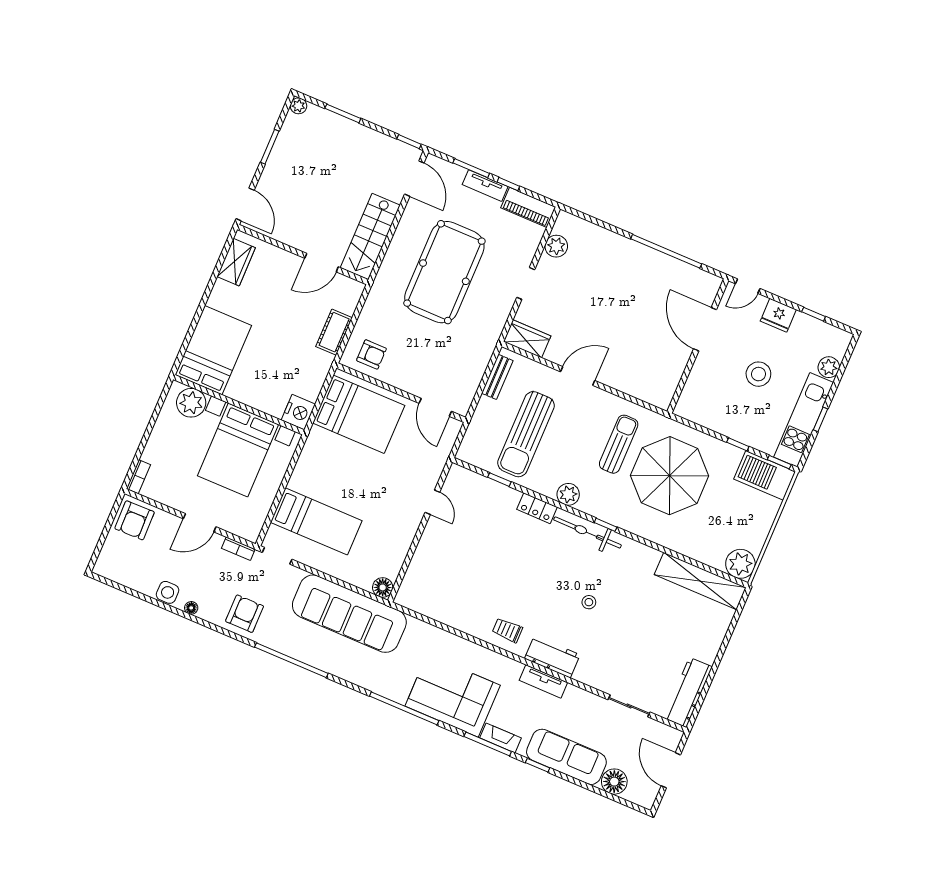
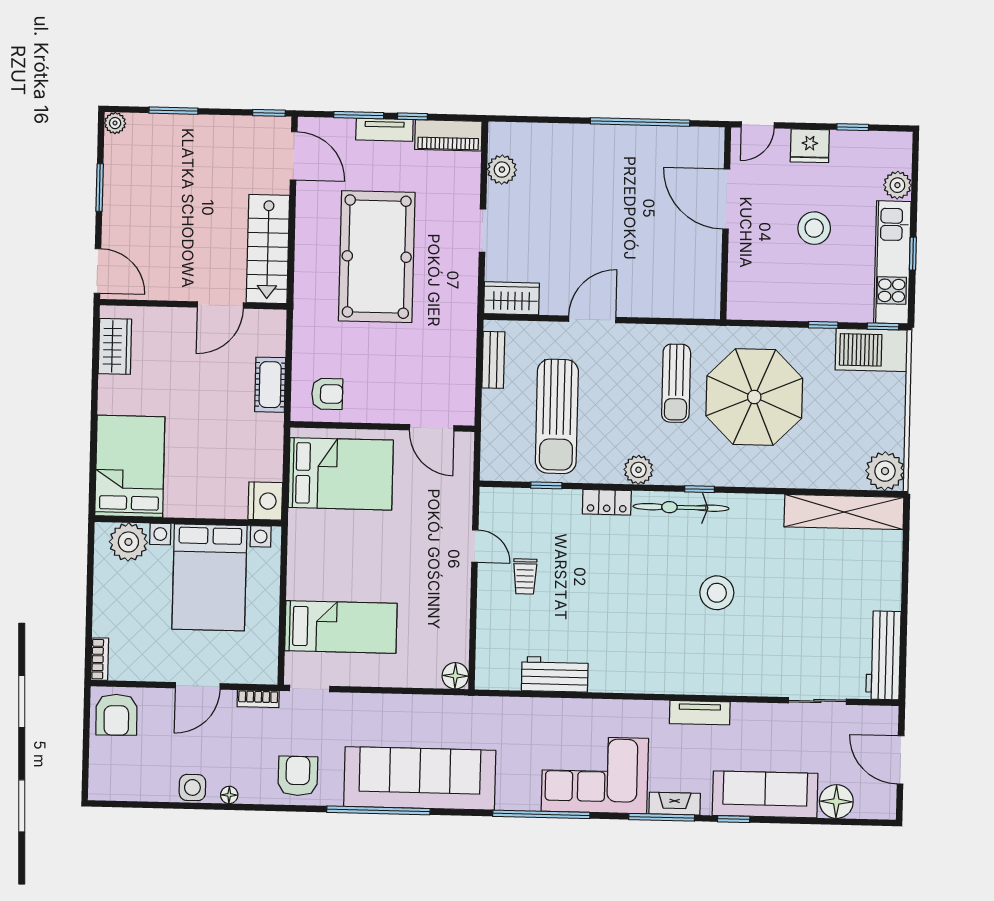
sun lounger: (619, 444) -> (676, 383), turned 180
stool: (589, 602) -> (717, 593), width x1.89, depth x1.89
sofa: (349, 614) -> (420, 778), moved, turned 180
trolley: (507, 630) -> (525, 576), moved, turned -90
workbench: (552, 657) -> (555, 674), moved

